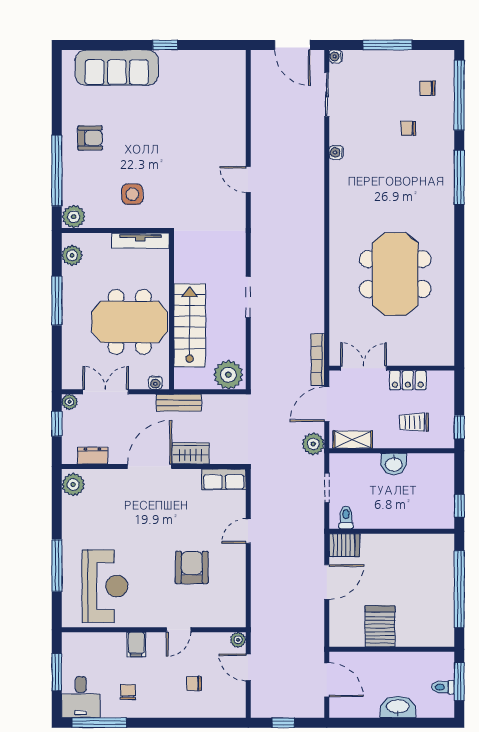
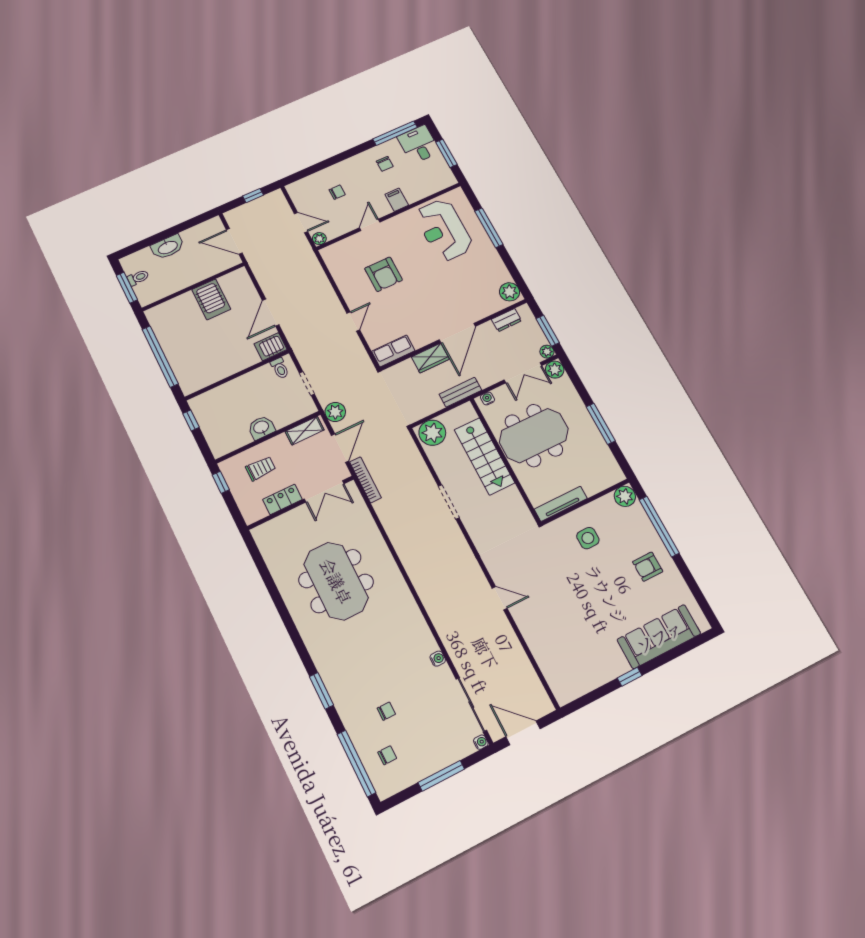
sliding door: (327, 95) -> (471, 705), width x1.37
window: (459, 177) -> (321, 691), width x0.69
plant: (72, 255) -> (555, 370), moved
window: (57, 424) -> (548, 331), width x1.50

